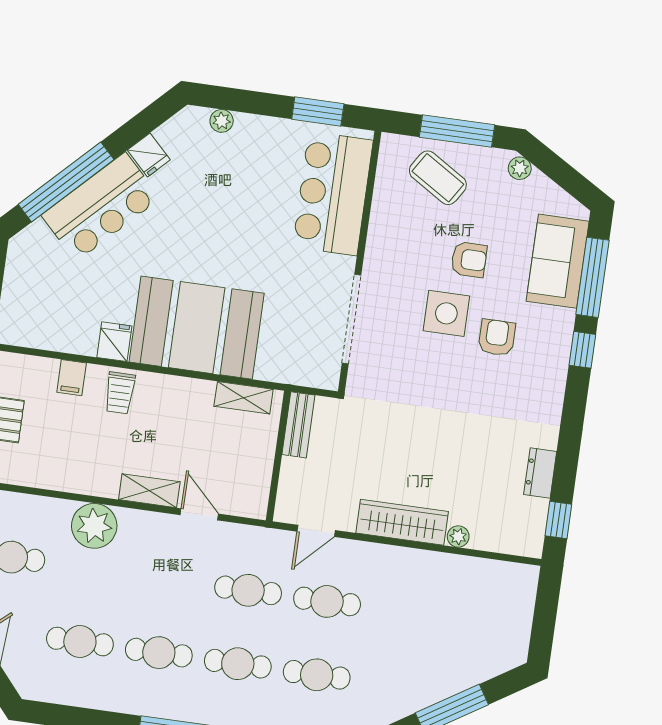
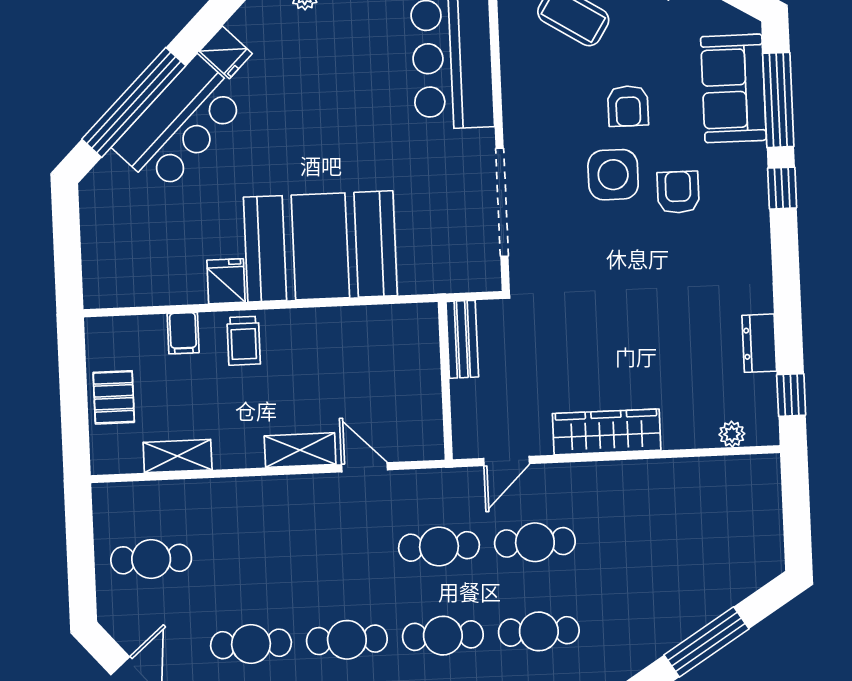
armchair: (469, 260) -> (628, 106), turned 90
shelving: (244, 398) -> (178, 456), moved
plant: (94, 526) -> (243, 504), removed
plant: (458, 536) -> (732, 434), moved

